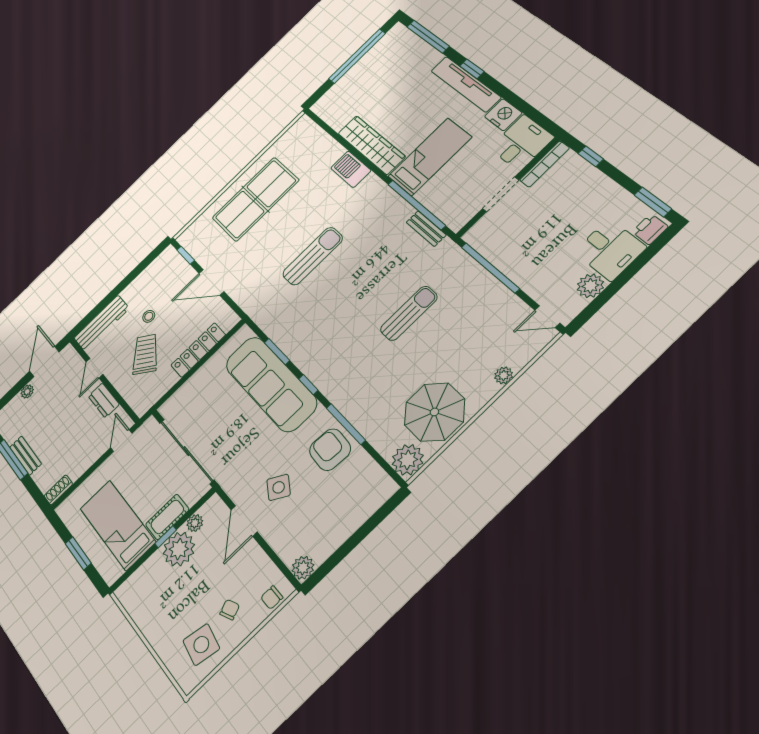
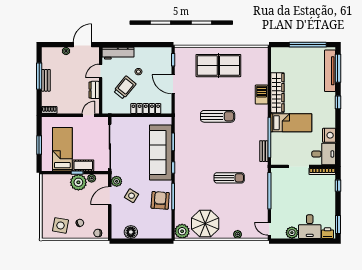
tv unit: (466, 84) -> (330, 71), moved
floor lamp: (325, 543) -> (131, 232), added
plant: (303, 568) -> (117, 181), moved

